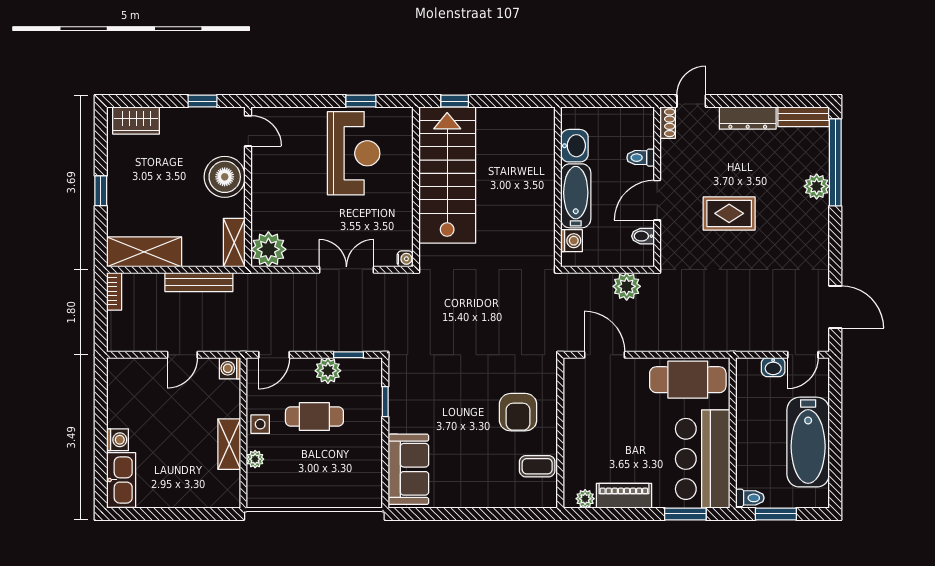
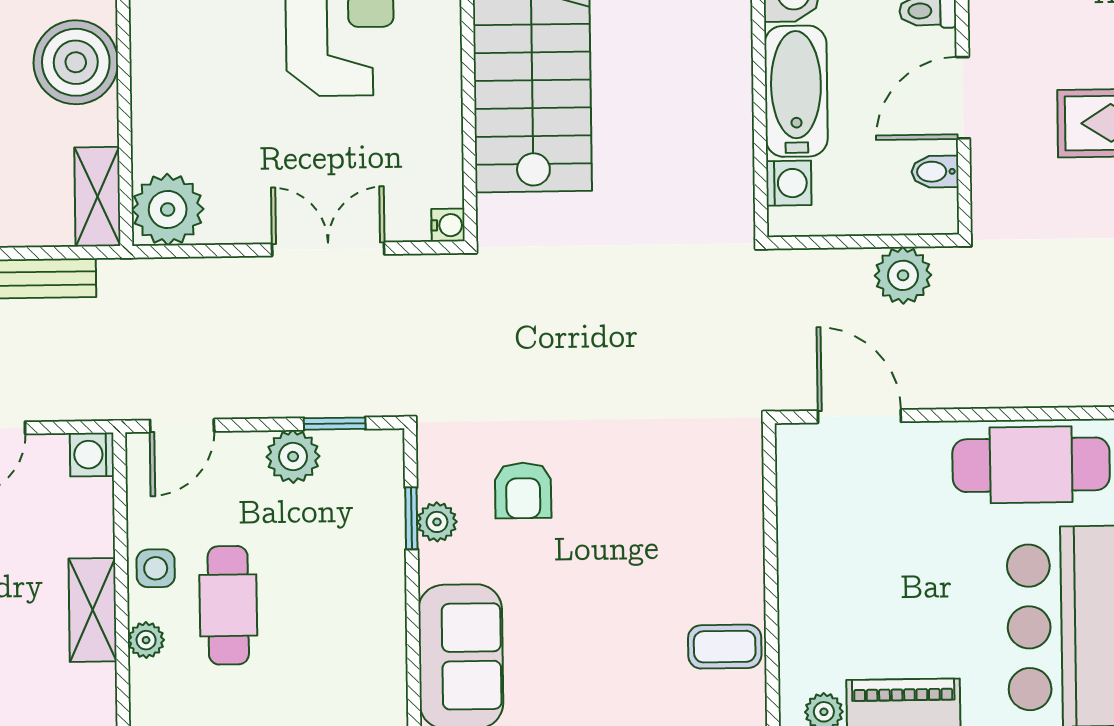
plant: (398, 403) -> (437, 522), added
armchair: (518, 412) -> (523, 490), moved, width x0.72, depth x0.72
cafe table: (314, 416) -> (228, 605), moved, turned 90

